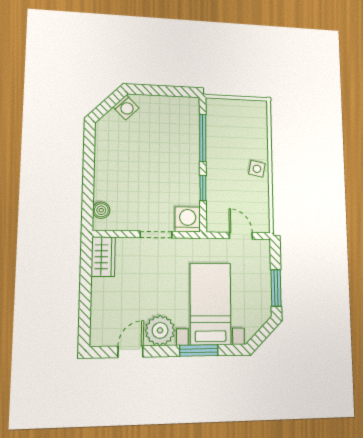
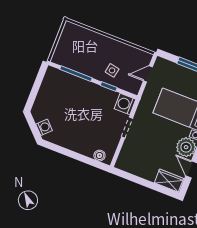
washing machine: (126, 107) -> (44, 127), moved
side table: (257, 169) -> (112, 70), moved
wardrobe: (103, 257) -> (169, 181), moved

